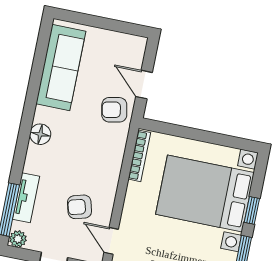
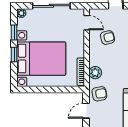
door: (144, 85) -> (86, 111), swing flipped
plant: (114, 149) -> (95, 73), added

